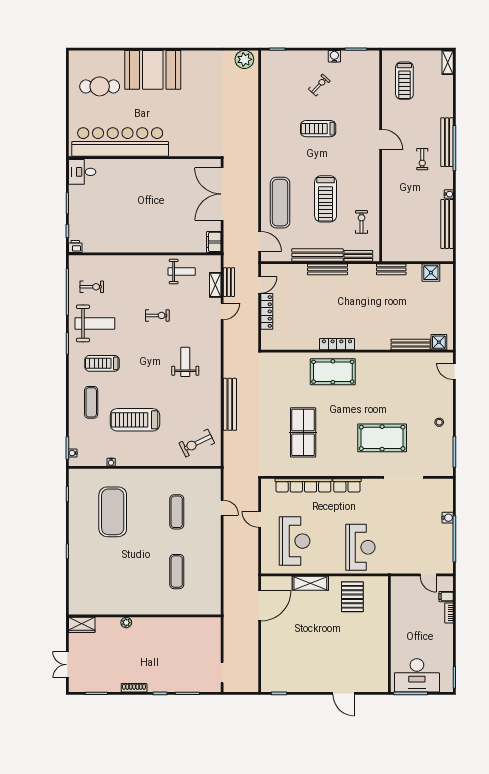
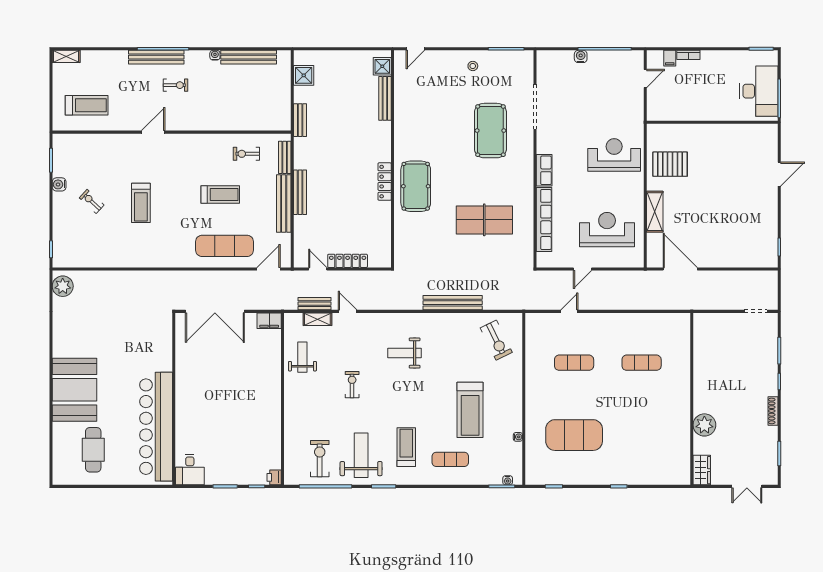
treadmill: (326, 199) -> (220, 194), width x0.73, depth x0.73
exercise bike: (92, 287) -> (320, 459), width x1.38, depth x1.39
treadmill: (102, 363) -> (406, 447), turned 180
plant: (126, 623) -> (704, 425), width x1.88, depth x1.88

